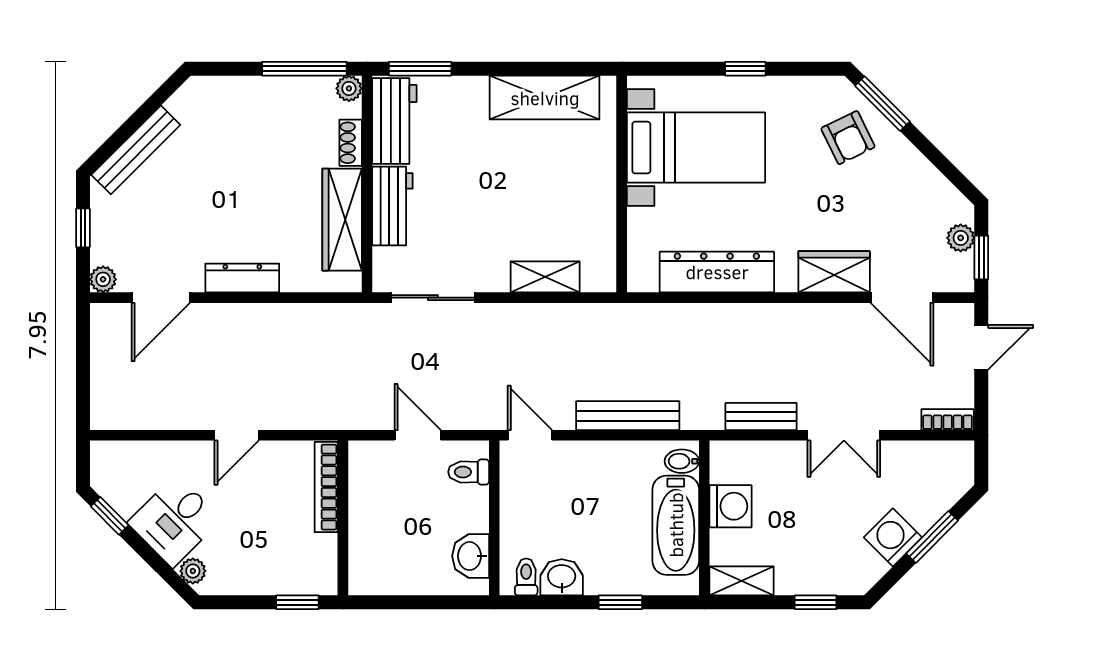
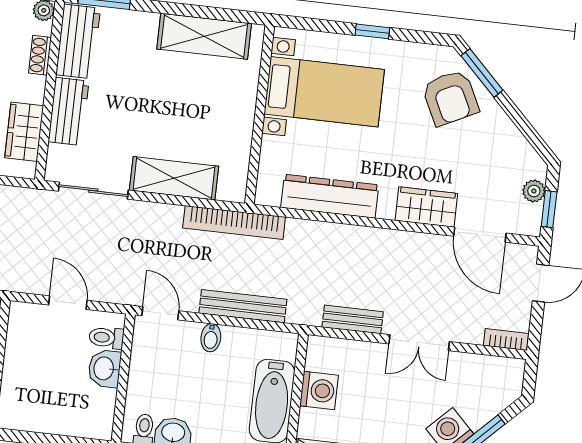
armchair: (848, 138) -> (450, 98), width x1.38, depth x1.38
wardrobe: (342, 220) -> (24, 132), width x0.67
shelving: (545, 277) -> (174, 178), width x1.50, depth x1.33
bookcase: (606, 317) -> (234, 222), added
bidet: (682, 461) -> (211, 338), moved, turned -90
washbasin: (471, 556) -> (105, 369), moved

